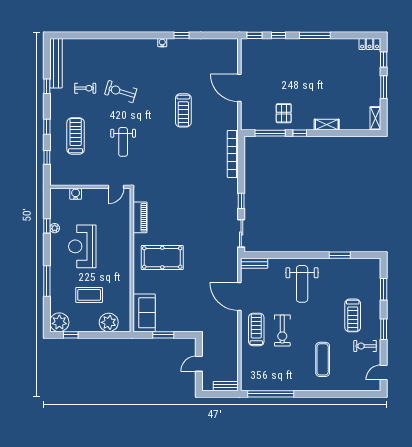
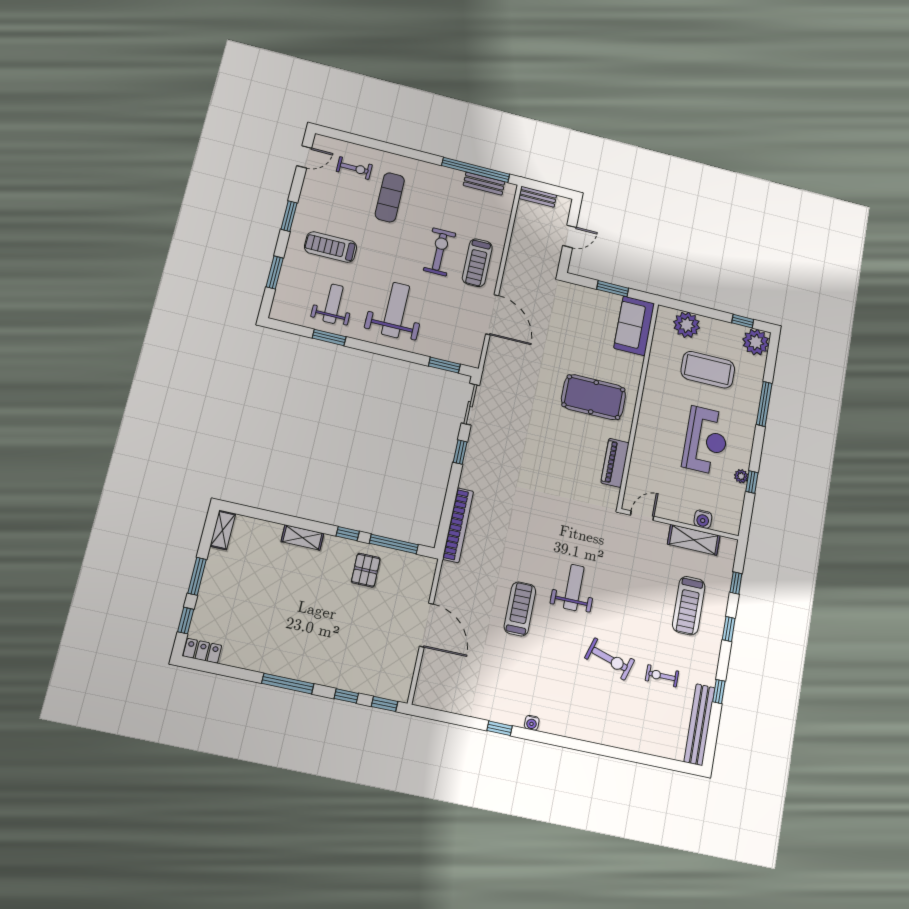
weight bench: (123, 142) -> (574, 587), moved
shelving: (79, 179) -> (694, 540), added
window: (263, 255) -> (444, 365), added
bench: (254, 263) -> (484, 184), moved
weight bench: (342, 278) -> (333, 304), added
coffee table: (89, 295) -> (708, 370), width x1.36, depth x1.32
treadmill: (353, 315) -> (331, 247), turned -90
exercise bike: (365, 346) -> (354, 168), moved

